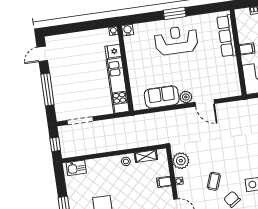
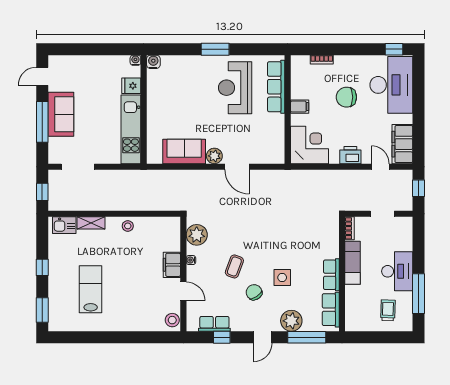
reception desk: (176, 40) -> (235, 88), moved, turned -90
sofa: (61, 81) -> (61, 114), added
shelving: (146, 156) -> (91, 223), moved
filing cabinet: (164, 182) -> (172, 265), width x2.00

